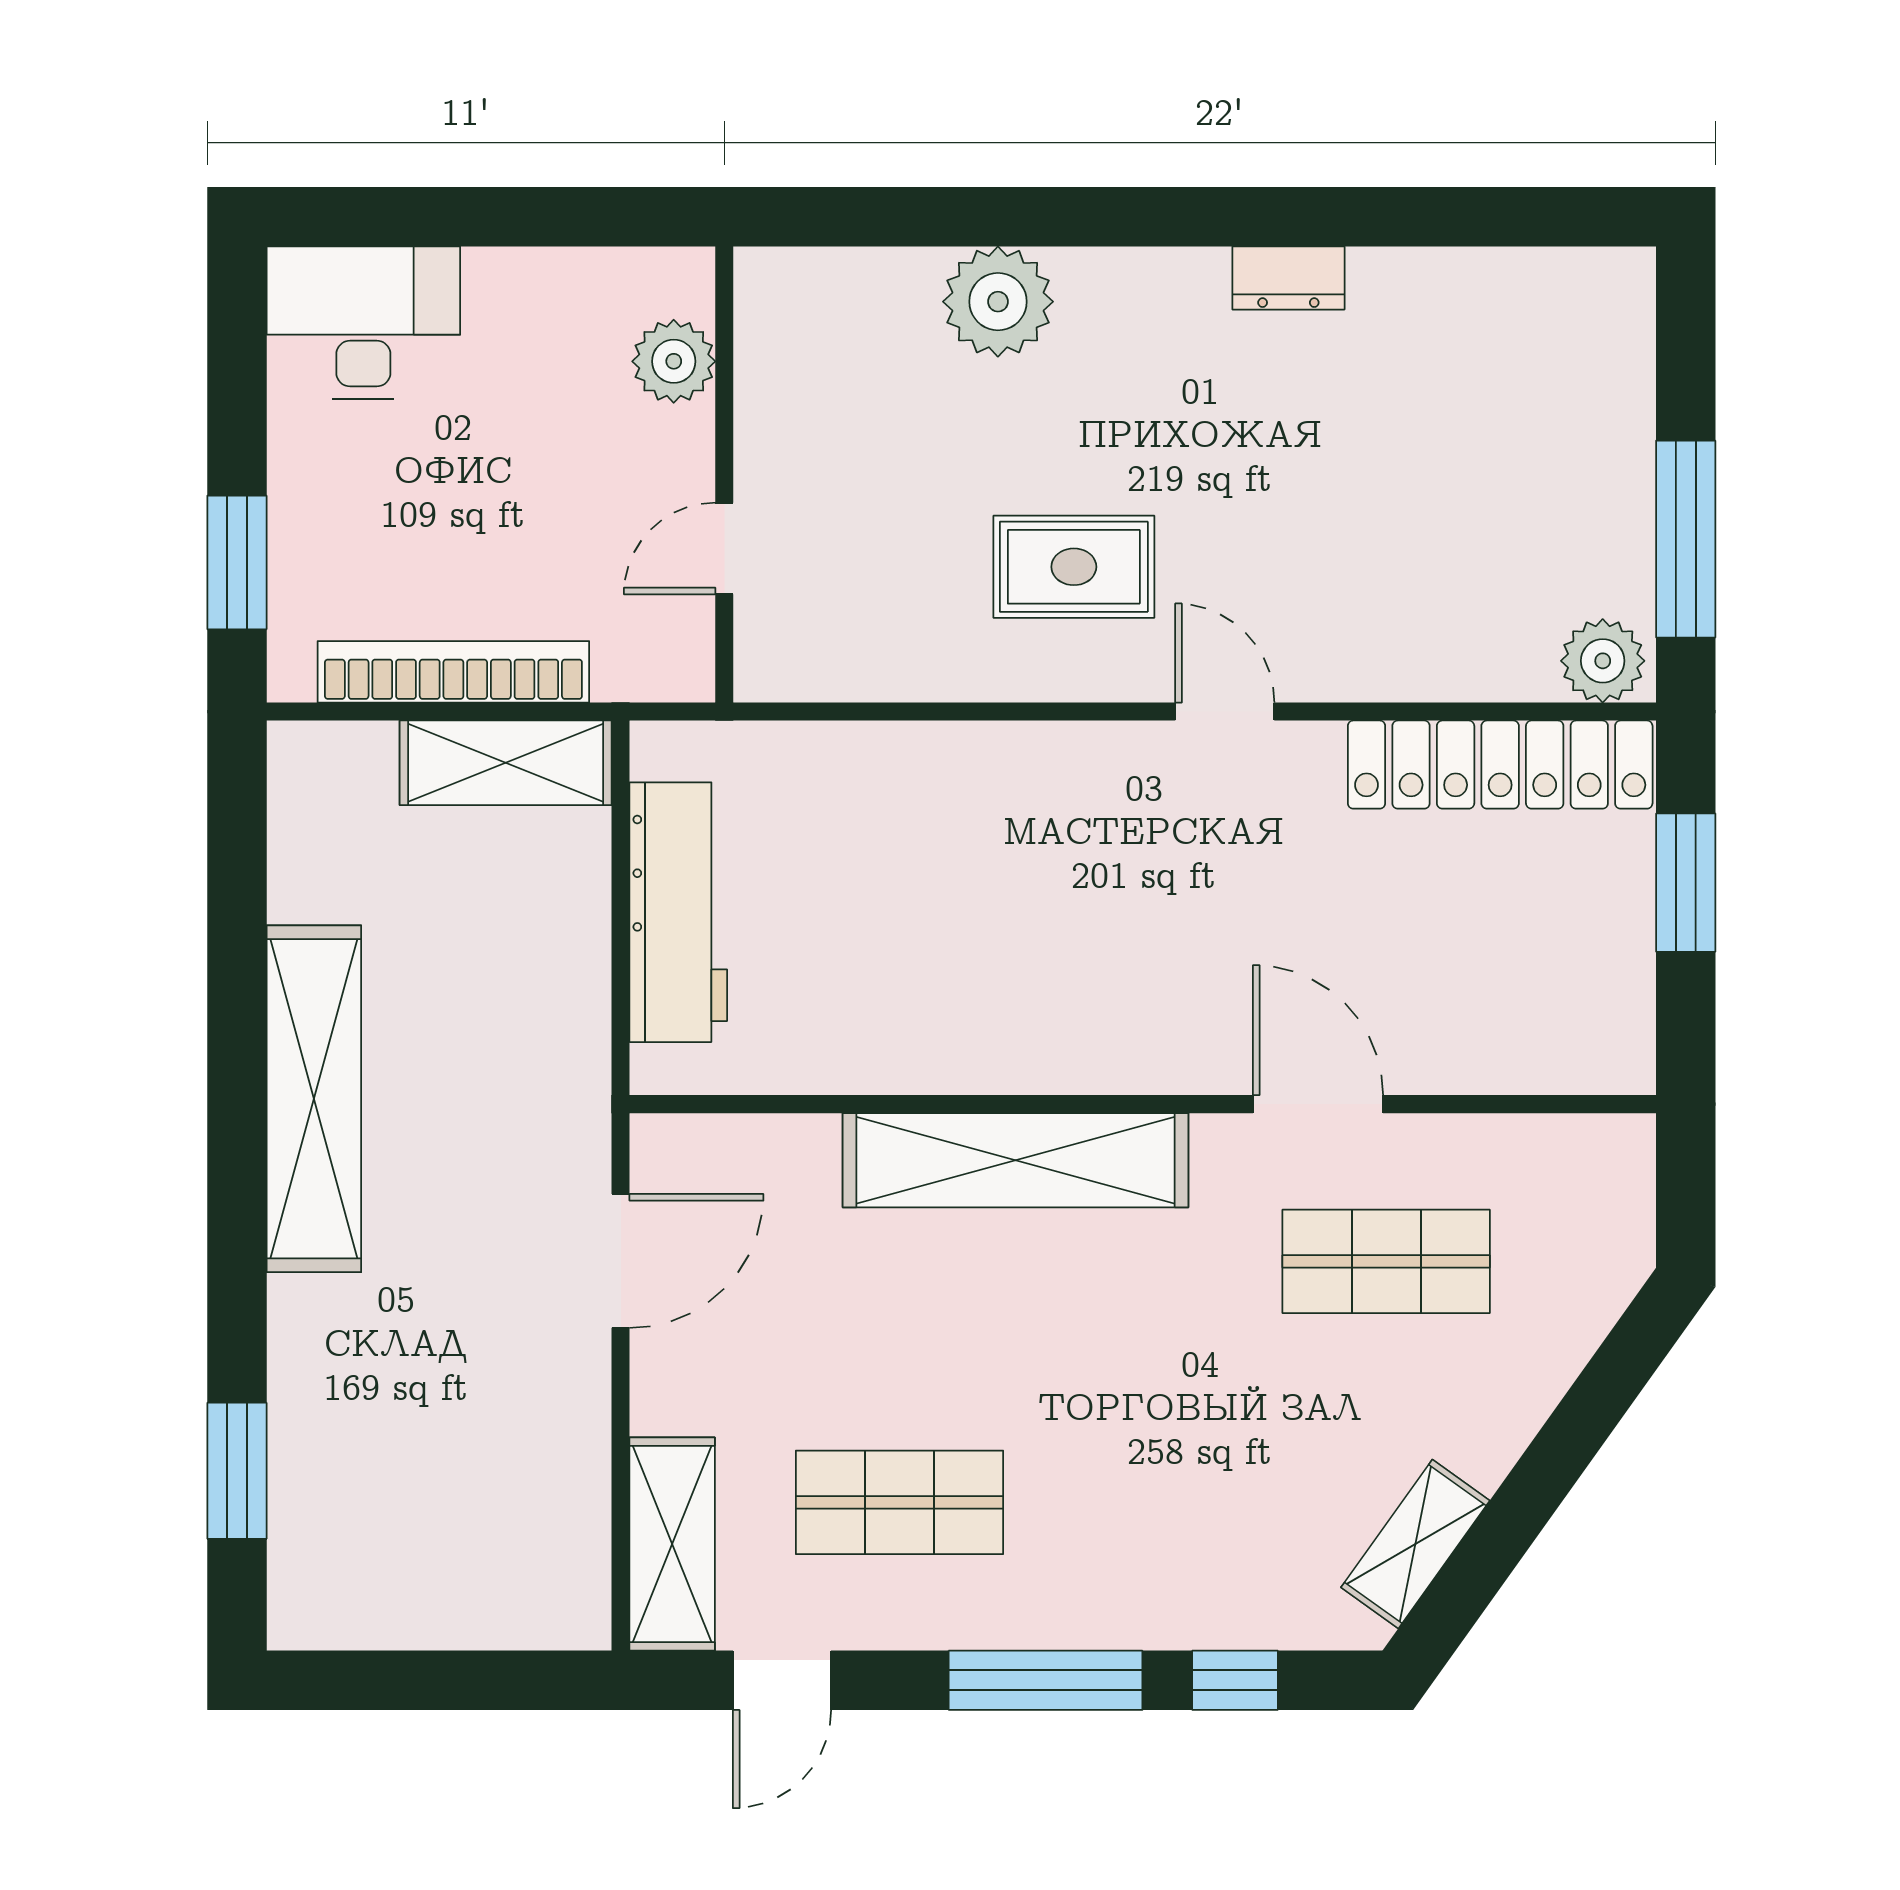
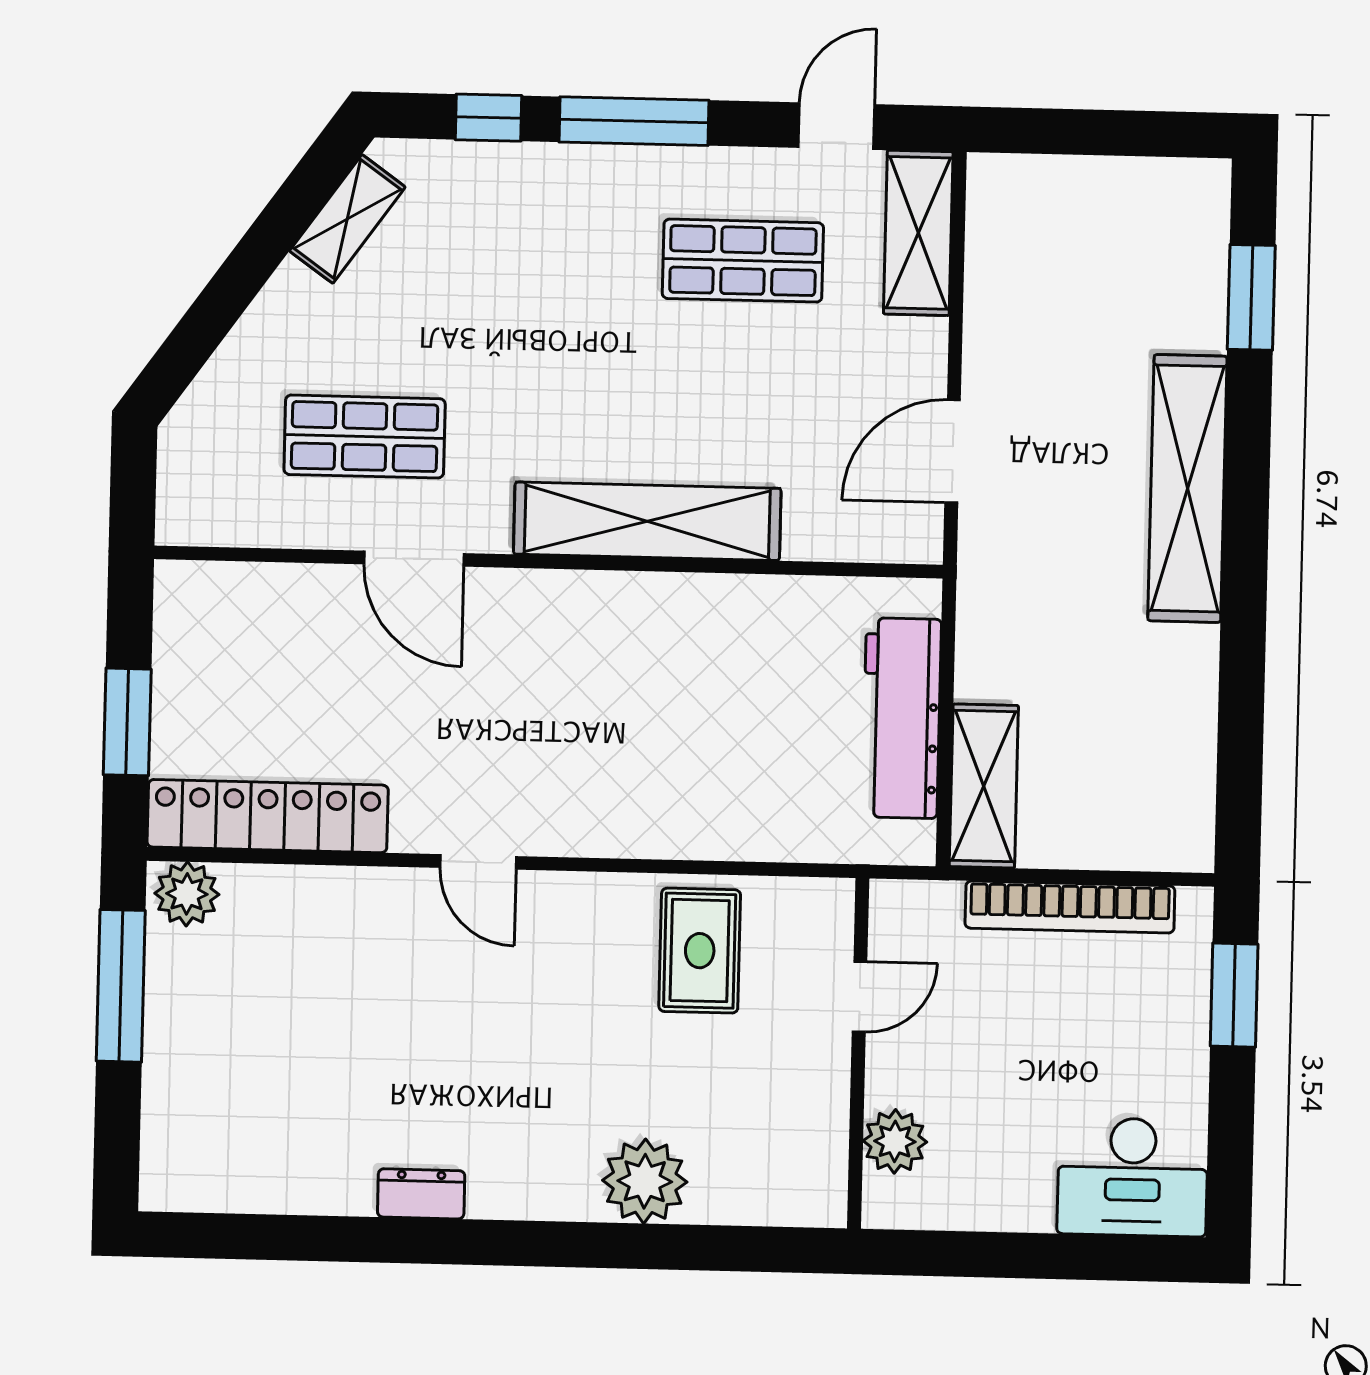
rug: (1074, 567) -> (700, 951), moved, turned 90
shelving: (506, 763) -> (984, 786), moved, turned 90
shelving: (314, 1099) -> (1187, 488), moved

